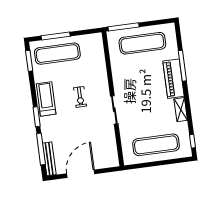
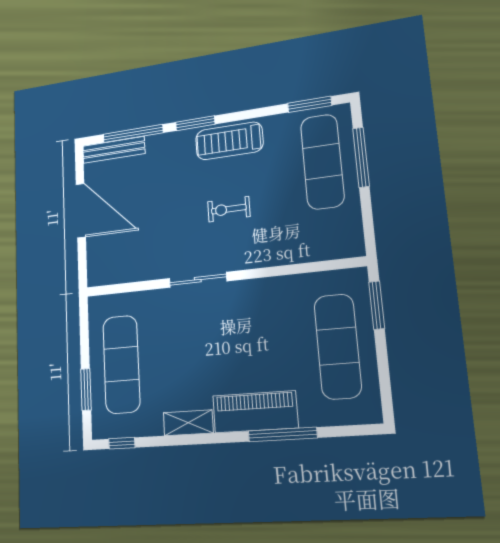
window: (124, 27) -> (377, 305), width x0.69
treadmill: (46, 99) -> (229, 141), turned 180
window: (169, 162) -> (86, 389), added

